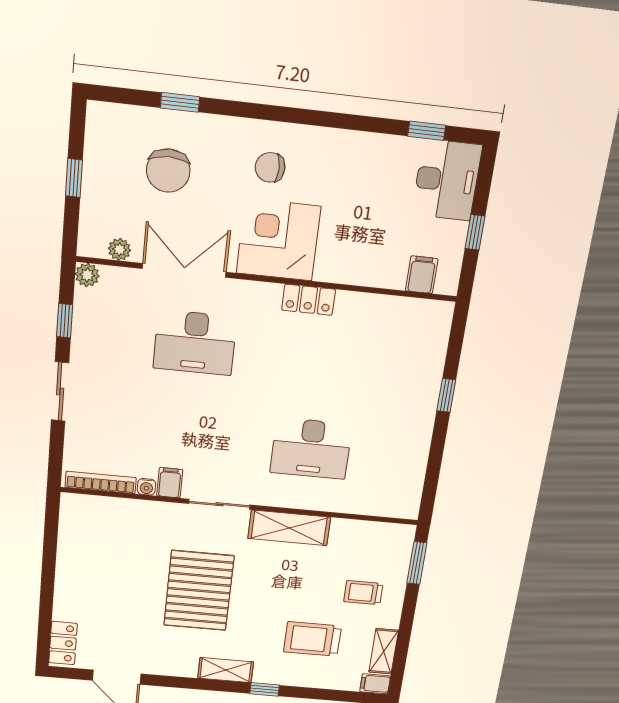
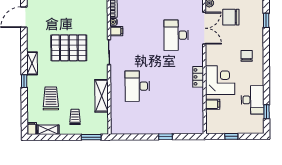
chair: (168, 171) -> (231, 17), moved
desk: (447, 180) -> (252, 100), moved, turned -90
corner desk: (278, 240) -> (220, 80), moved
filing cabinet: (422, 275) -> (213, 104), moved
shelving: (289, 528) -> (102, 96), moved

